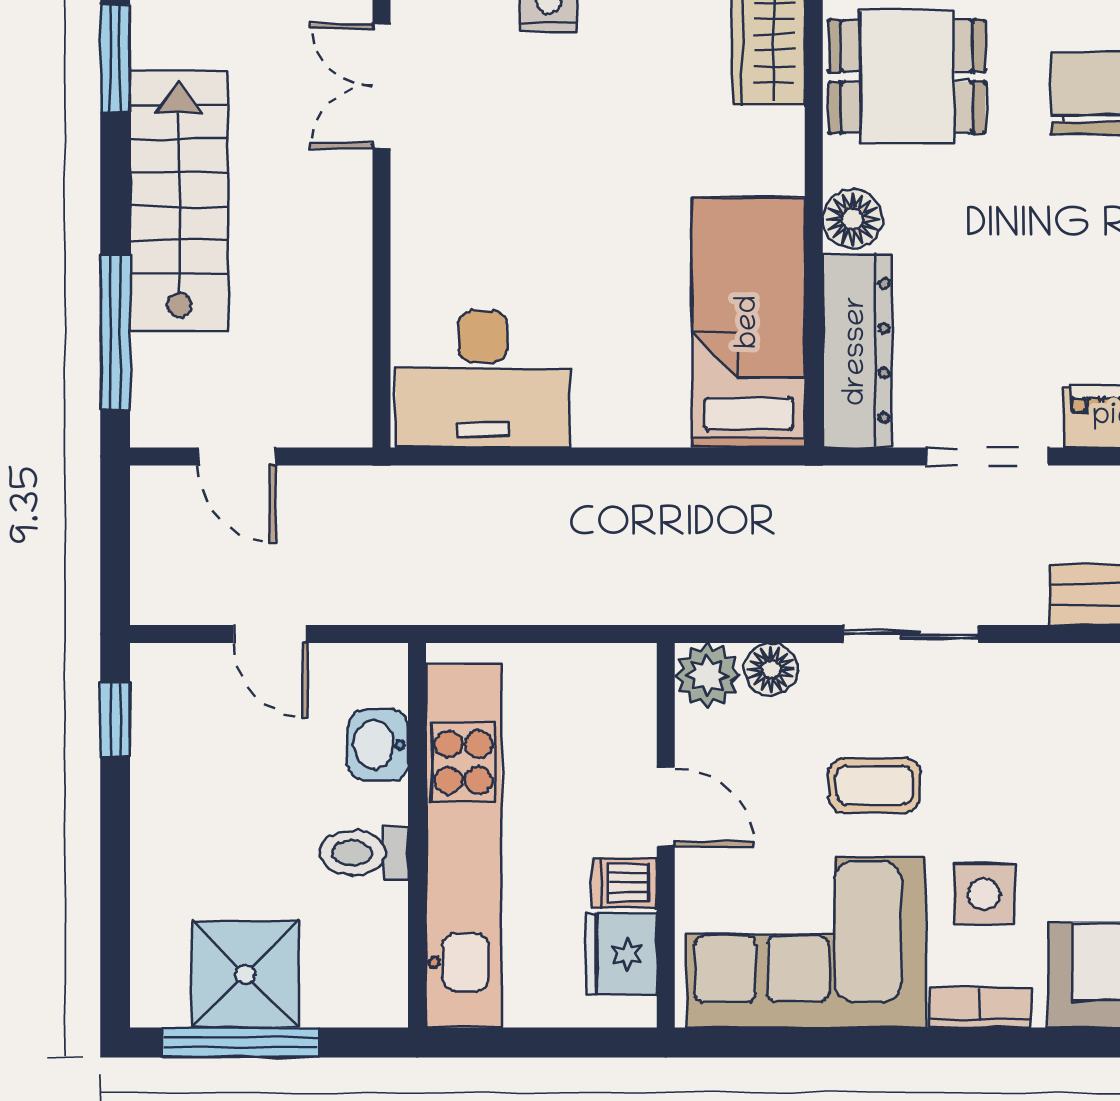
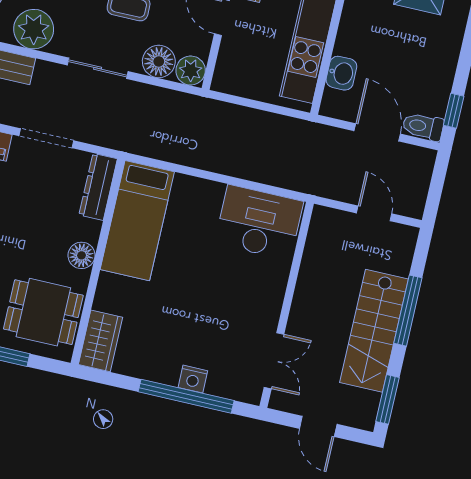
window: (115, 332) -> (408, 311), moved
dresser: (857, 351) -> (98, 187), width x0.73, depth x0.80
door: (271, 634) -> (377, 132), width x1.38
floor lamp: (771, 669) -> (159, 61), width x1.38, depth x1.38
plant: (1069, 687) -> (34, 29), added
toilet: (364, 853) -> (423, 126), moved, turned 180

